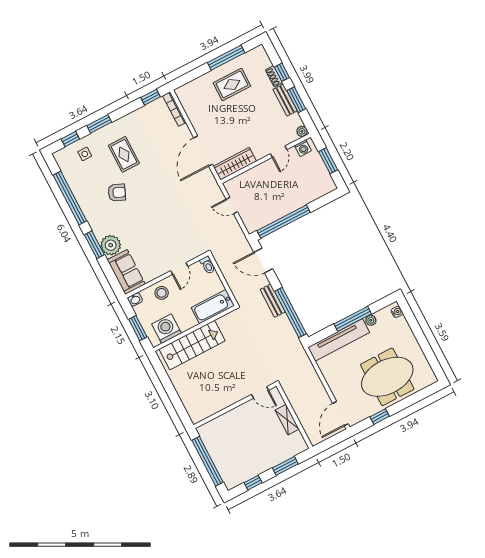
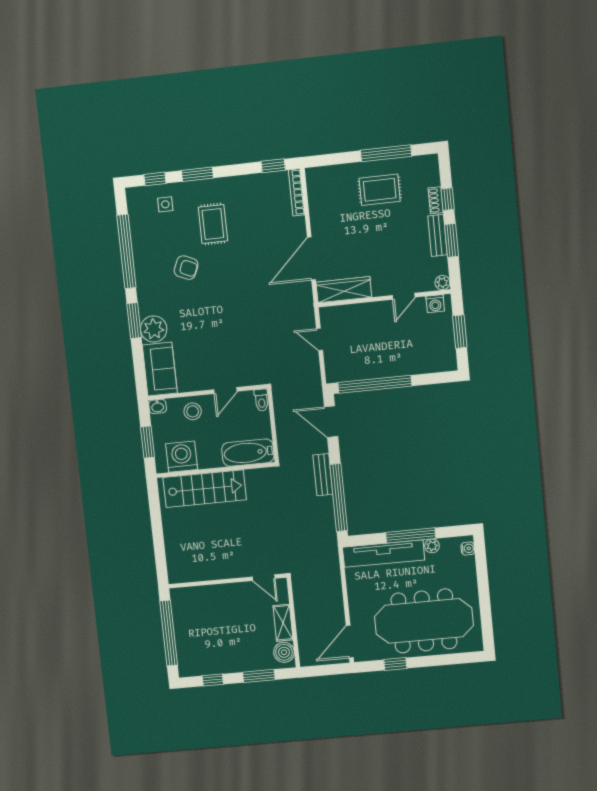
meeting table: (387, 377) -> (424, 621), width x1.36
boiler: (296, 441) -> (284, 652), added

